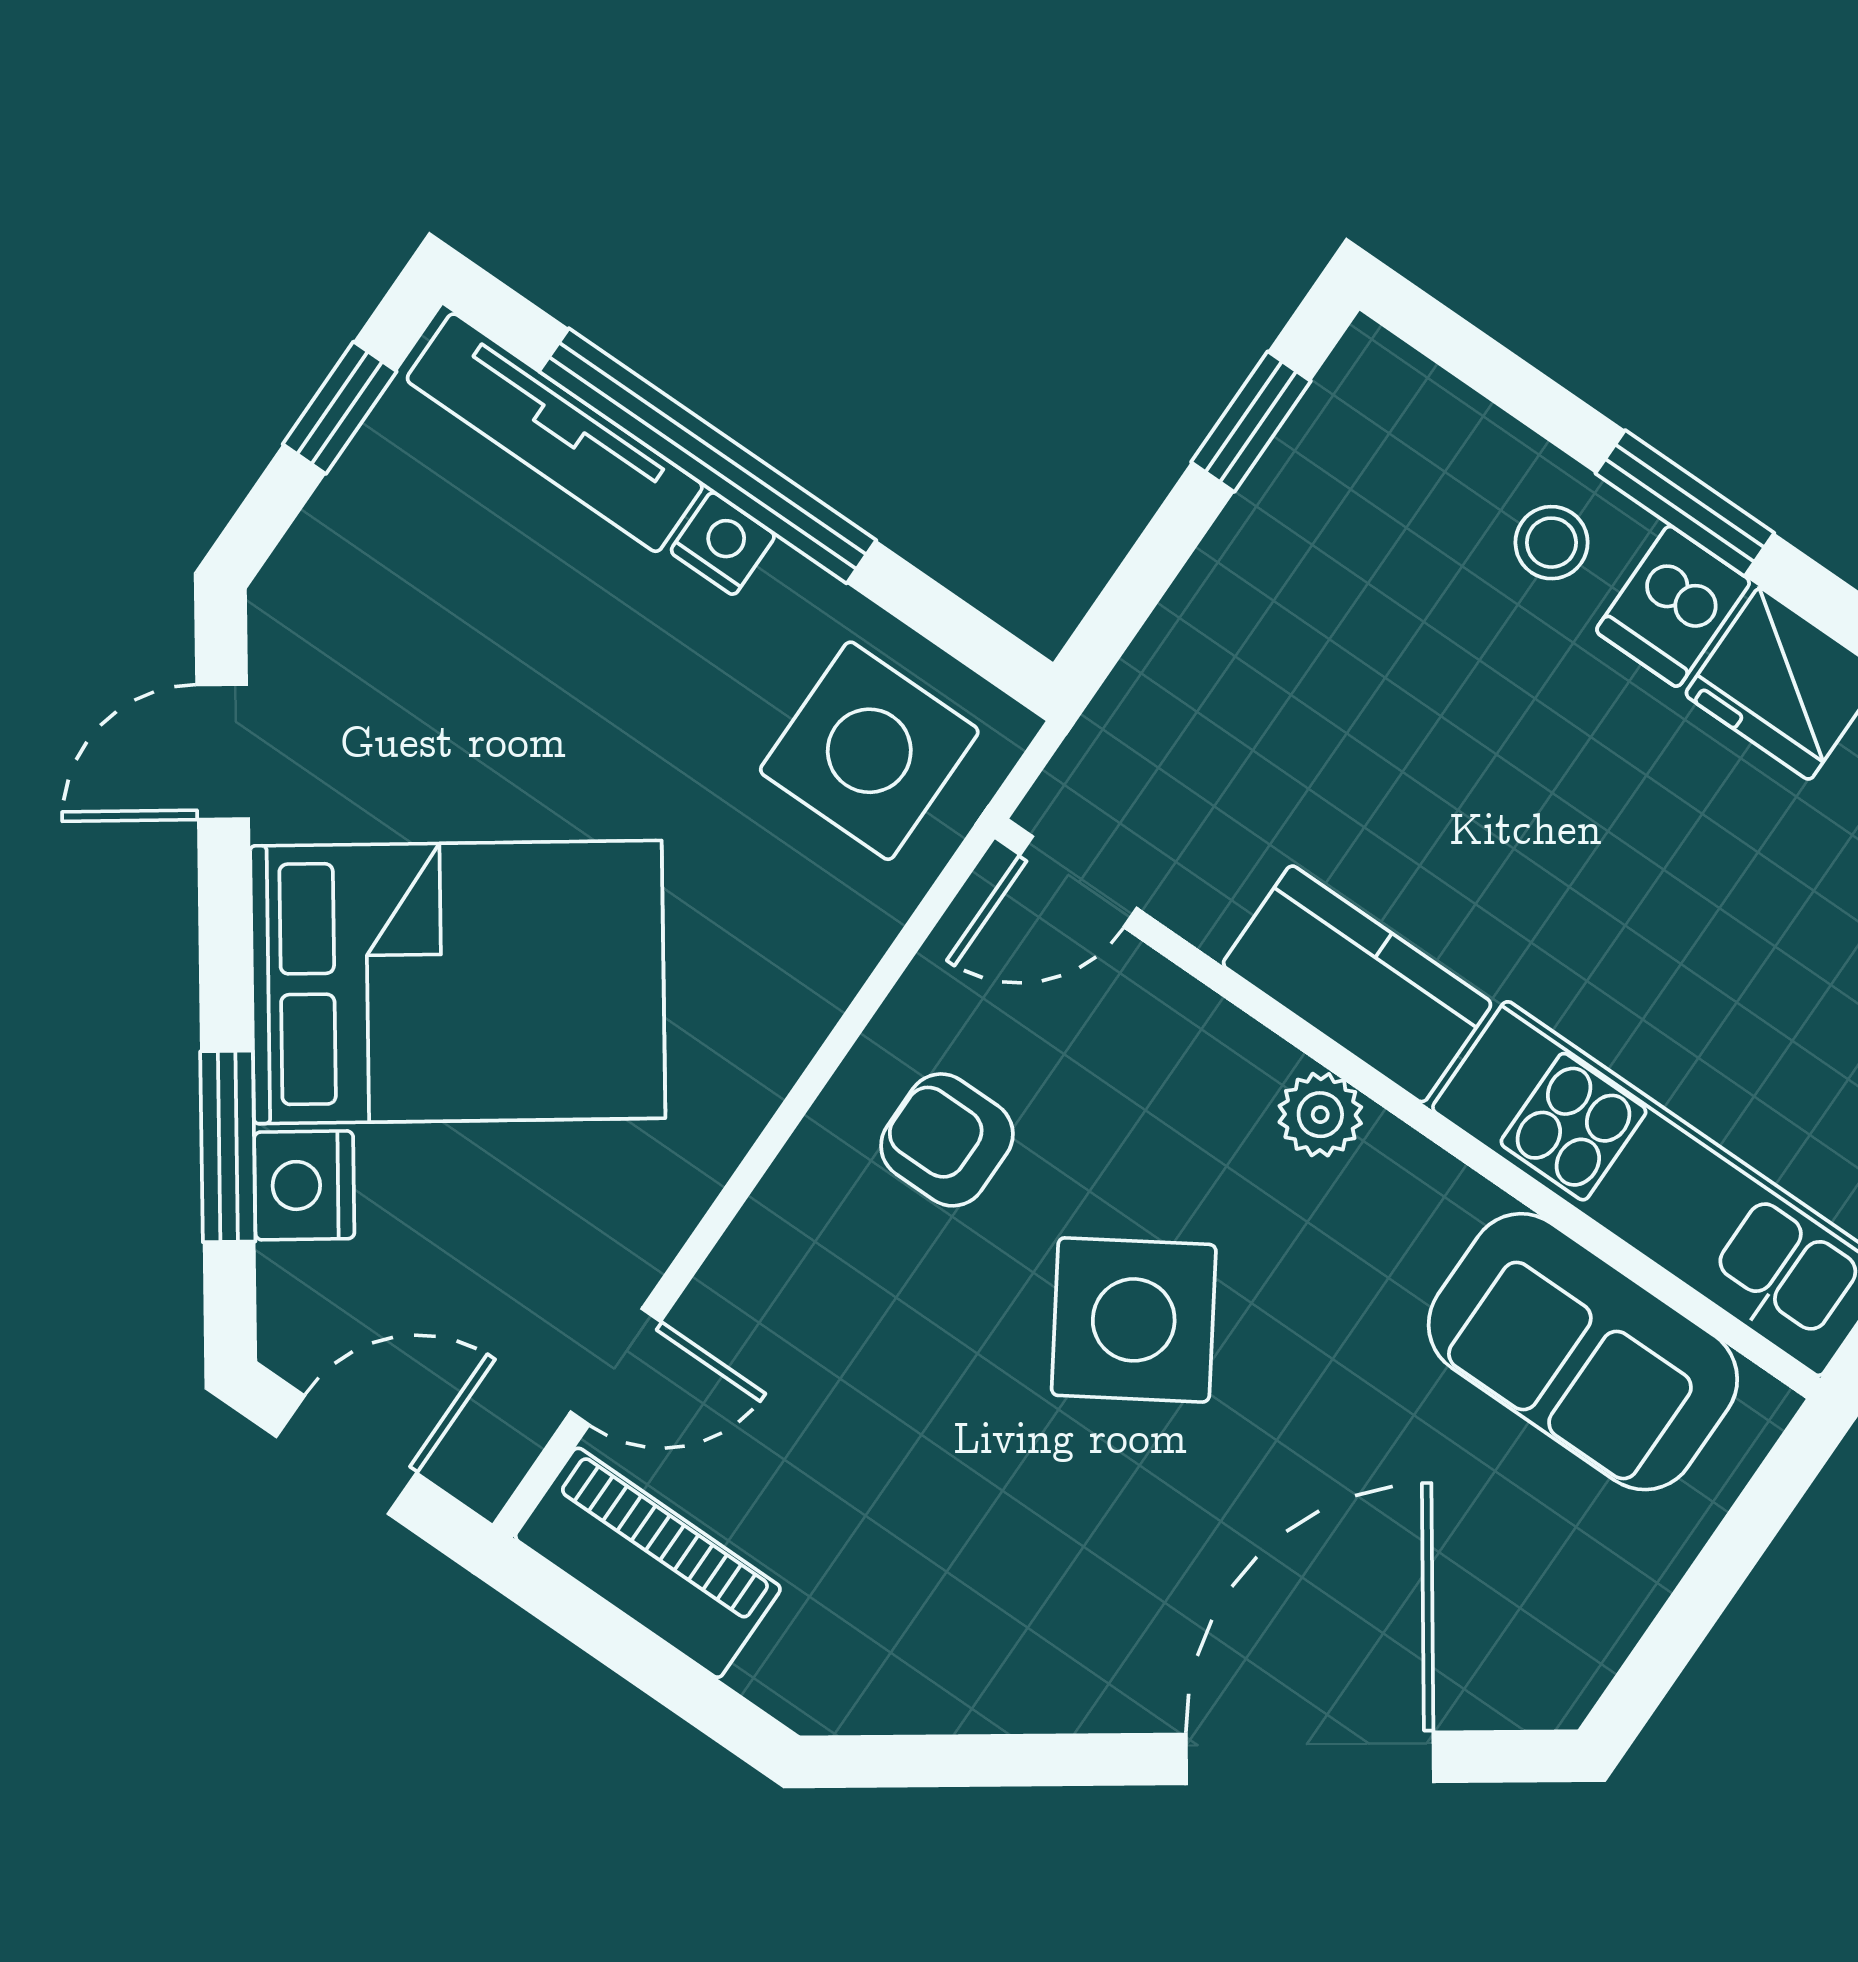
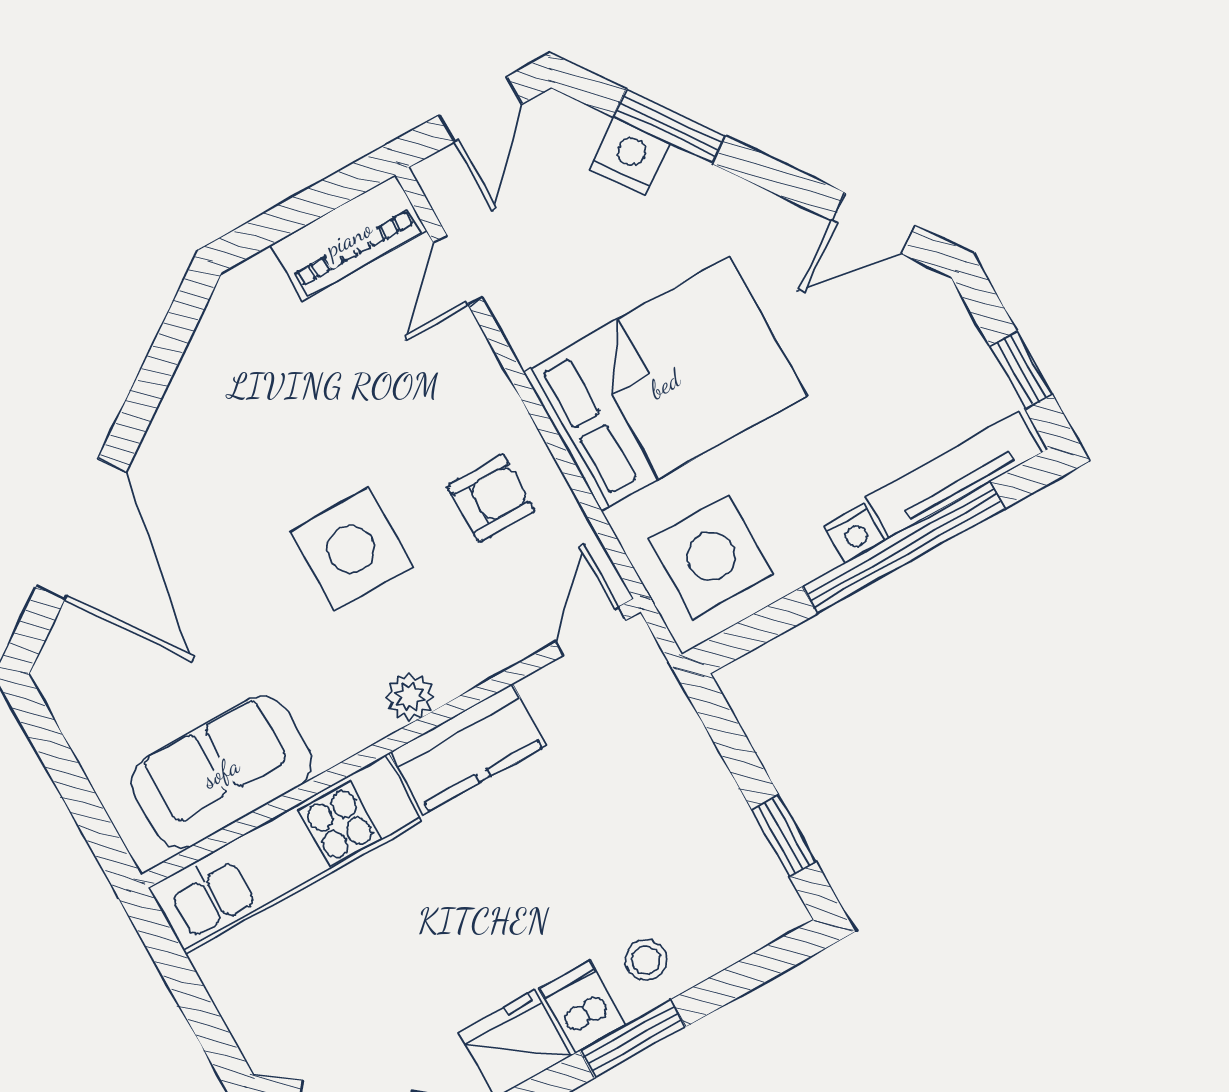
door: (223, 752) -> (873, 223), swing flipped
bed: (458, 982) -> (665, 384), moved, turned -145
side table: (1134, 1320) -> (351, 549), turned 32

